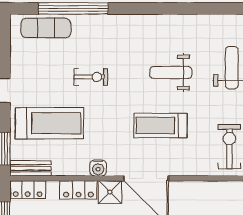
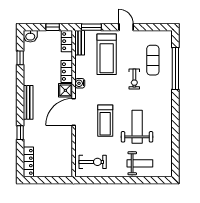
exercise mat: (46, 28) -> (153, 60), moved
weight bench: (171, 72) -> (137, 127), width x1.36, depth x1.33
treadmill: (161, 126) -> (105, 121), turned 180

